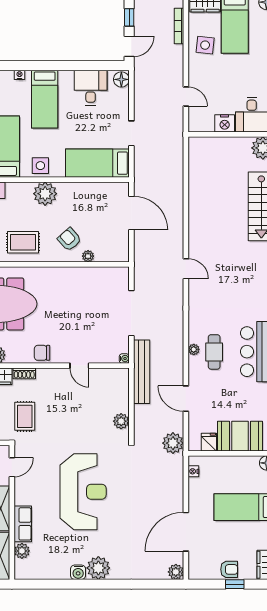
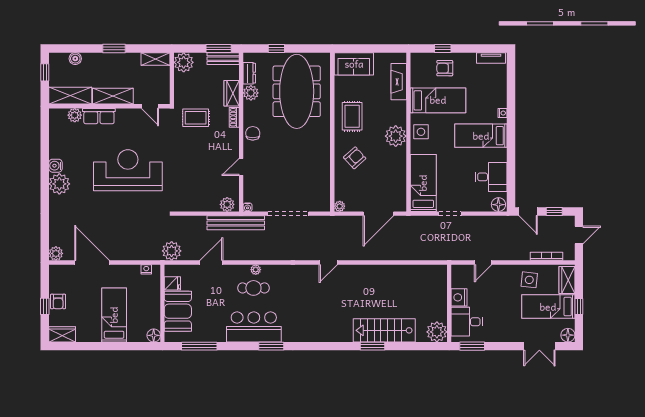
plant: (88, 256) -> (340, 206), moved
plant: (121, 421) -> (227, 204), moved
reception desk: (83, 492) -> (128, 170), turned 180

